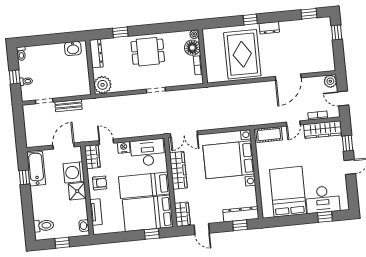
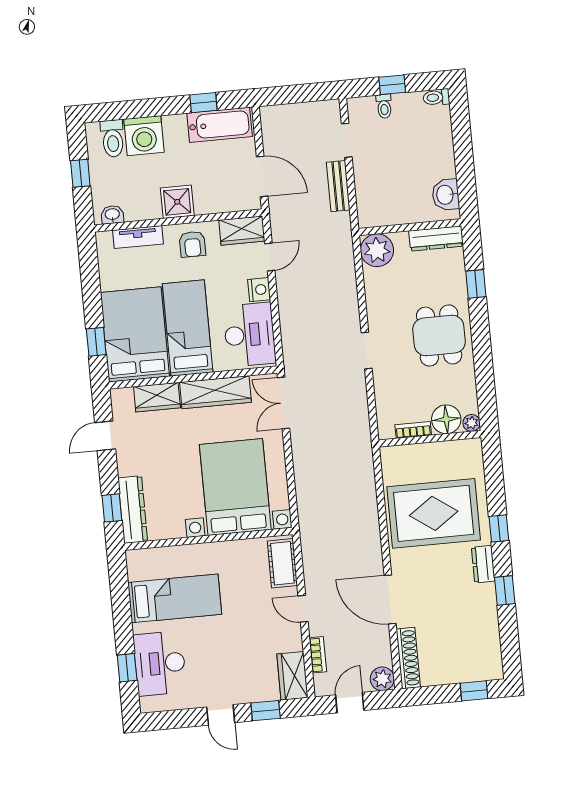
window: (309, 14) -> (505, 591), moved
shoe rack: (319, 67) -> (408, 658), added
wardrobe: (323, 130) -> (292, 676), width x0.67
washing machine: (74, 172) -> (144, 136), moved, turned 180
bed: (288, 192) -> (175, 598), width x0.67
wardrobe: (182, 214) -> (157, 397), moved

